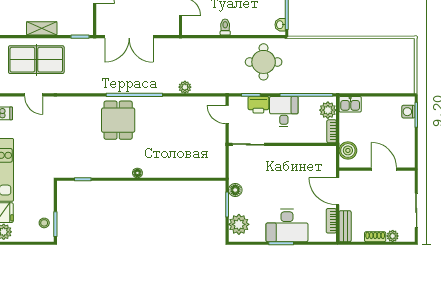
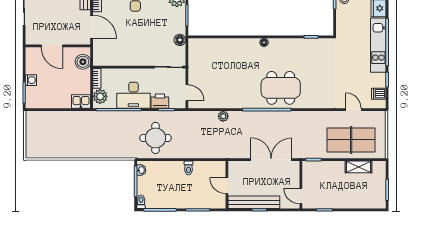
shelving: (42, 28) -> (359, 167), moved
desk: (284, 112) -> (133, 95), width x1.37
washing machine: (408, 112) -> (31, 80), moved
dining table: (118, 120) -> (281, 88), width x1.38
floor lamp: (235, 190) -> (180, 40), moved

